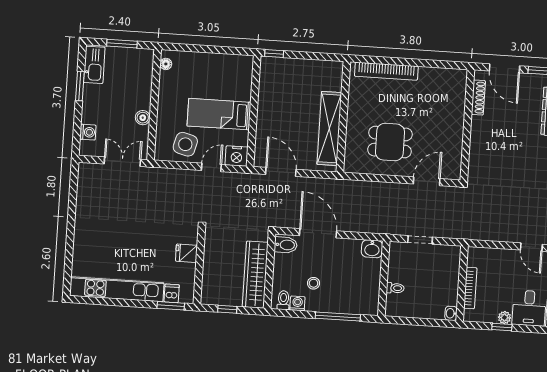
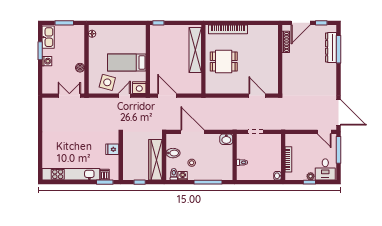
door: (505, 68) -> (301, 23), hinge flipped
shelving: (329, 128) -> (195, 50), moved
washing machine: (88, 132) -> (47, 61), moved
dining table: (390, 142) -> (224, 61), moved
door: (427, 181) -> (257, 96), hinge flipped
bidet: (286, 245) -> (173, 153), moved

